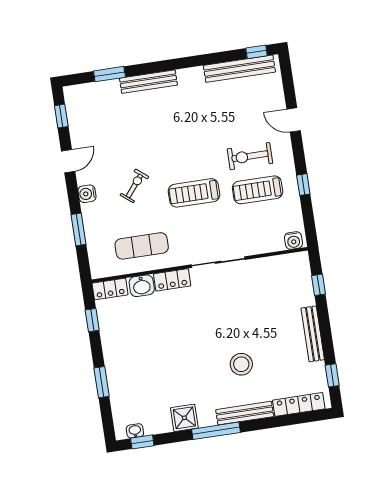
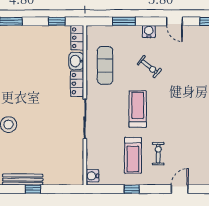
exercise bike: (250, 156) -> (158, 154), width x0.73, depth x0.72
treadmill: (258, 190) -> (133, 155), turned 180
window: (318, 285) -> (33, 189), moved

